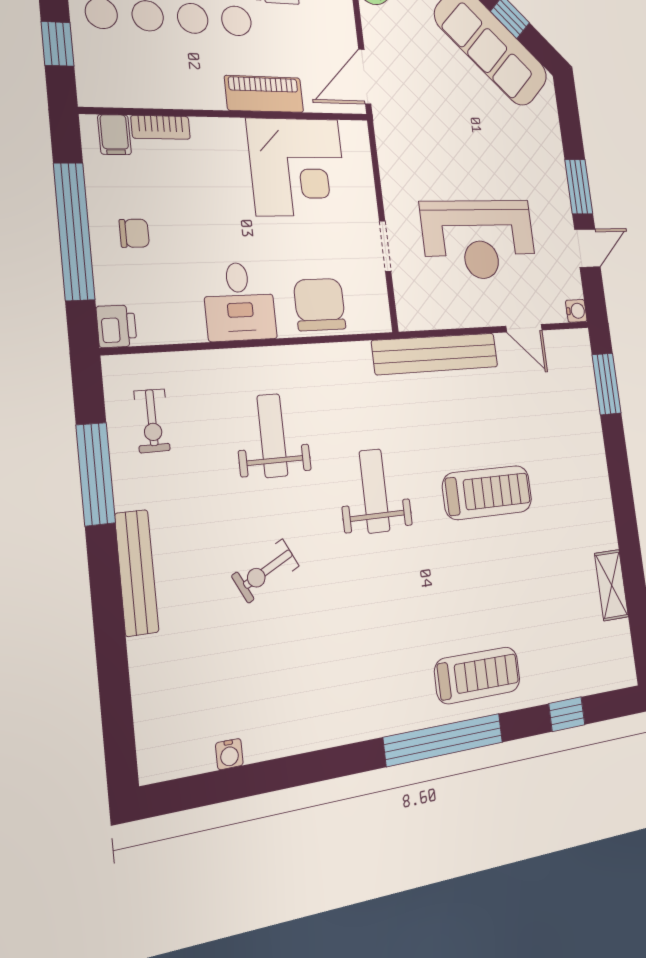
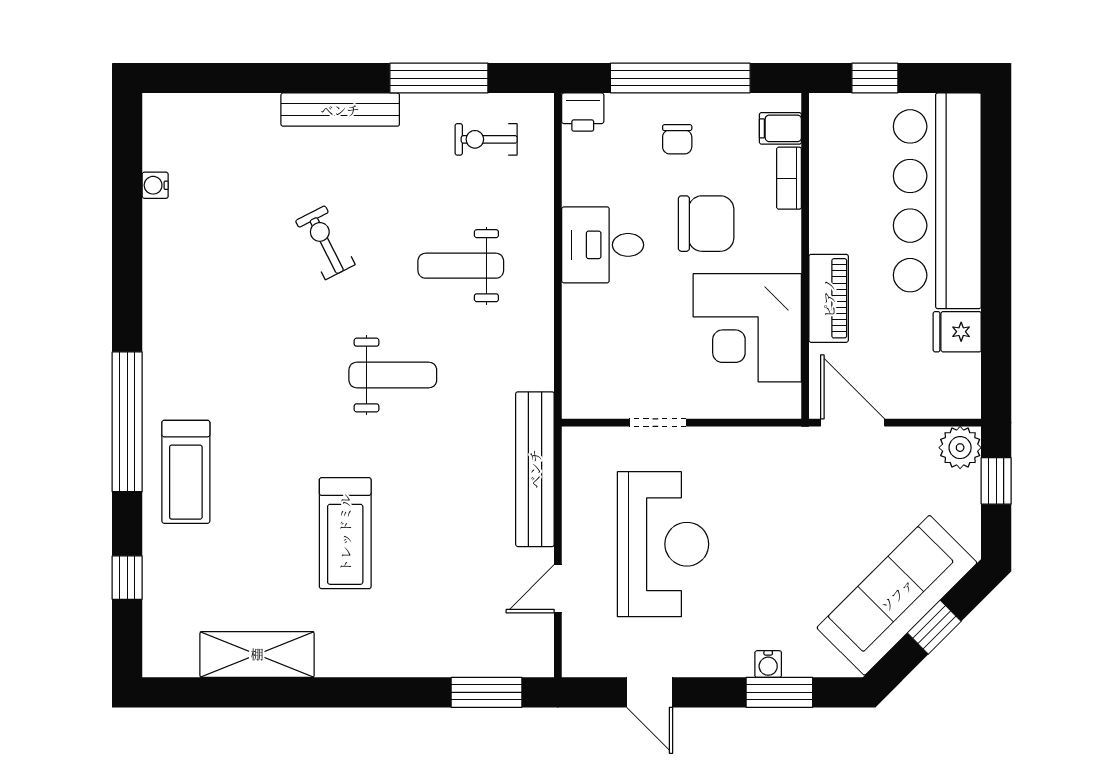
window: (579, 187) -> (779, 692), moved
reception desk: (479, 239) -> (663, 544), turned 180
chair: (320, 305) -> (706, 224), moved
water cooler: (576, 311) -> (768, 664), moved
weight bench: (272, 436) -> (461, 266), turned 180
treadmill: (487, 492) -> (345, 533), moved
shelving: (611, 585) -> (257, 654), width x1.50, depth x1.33

